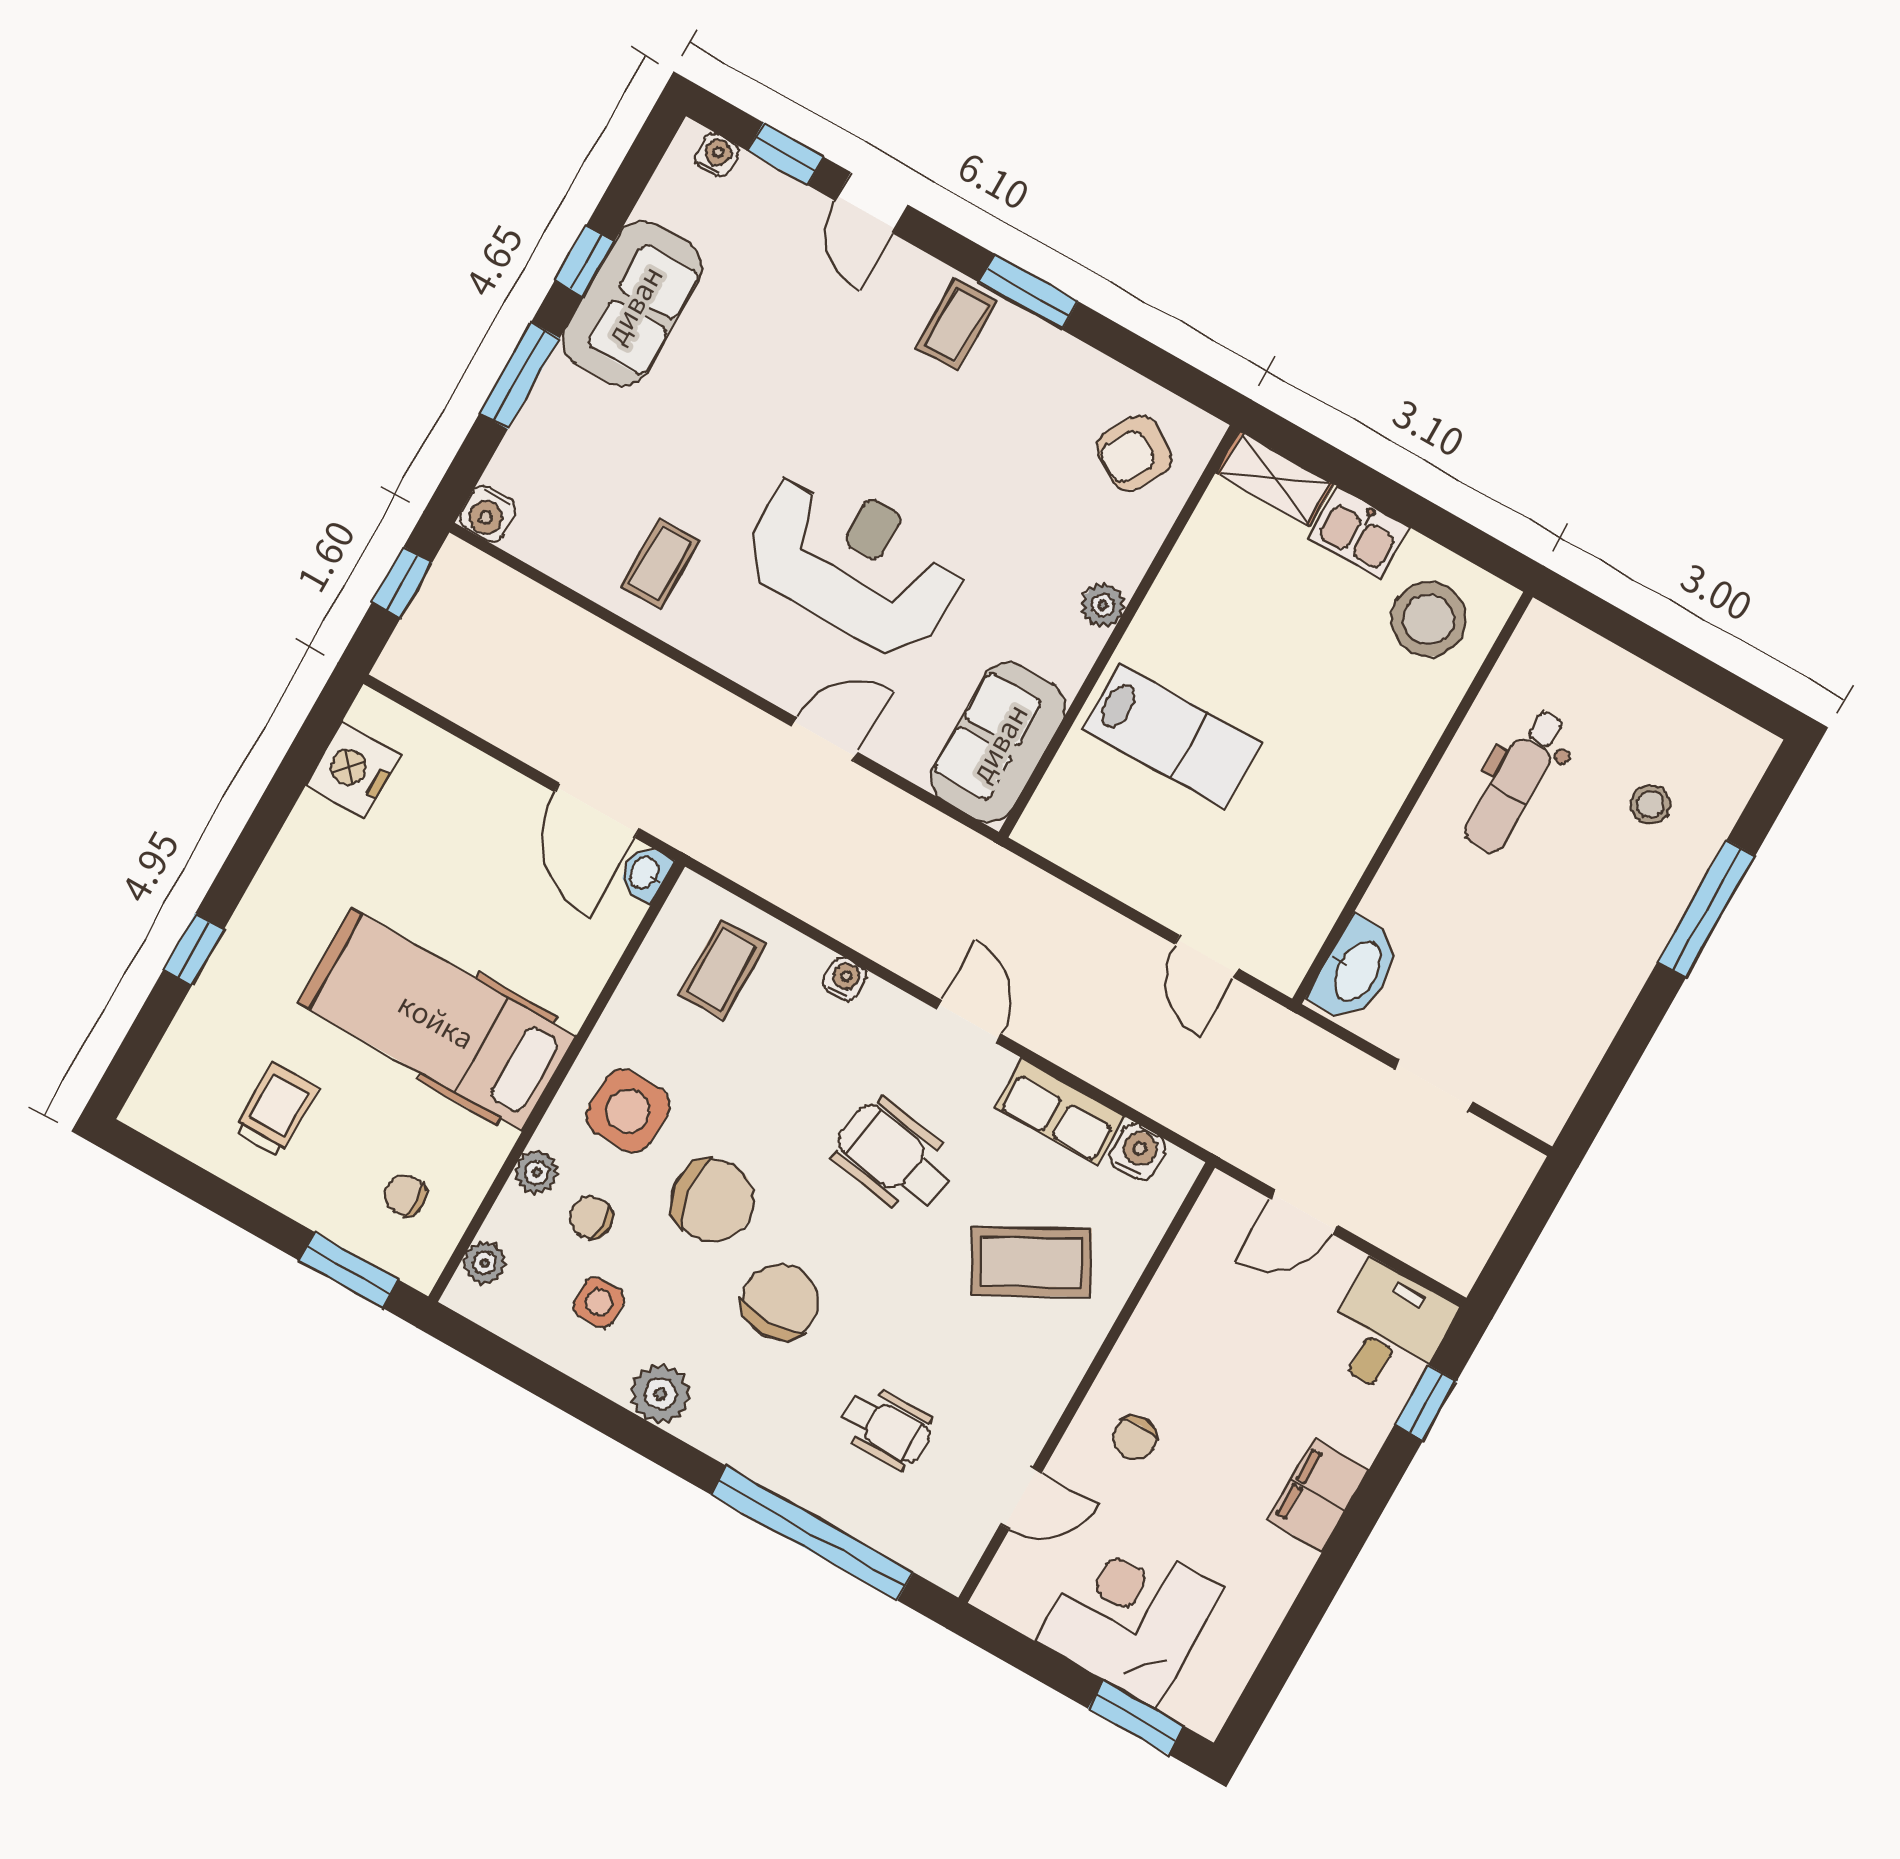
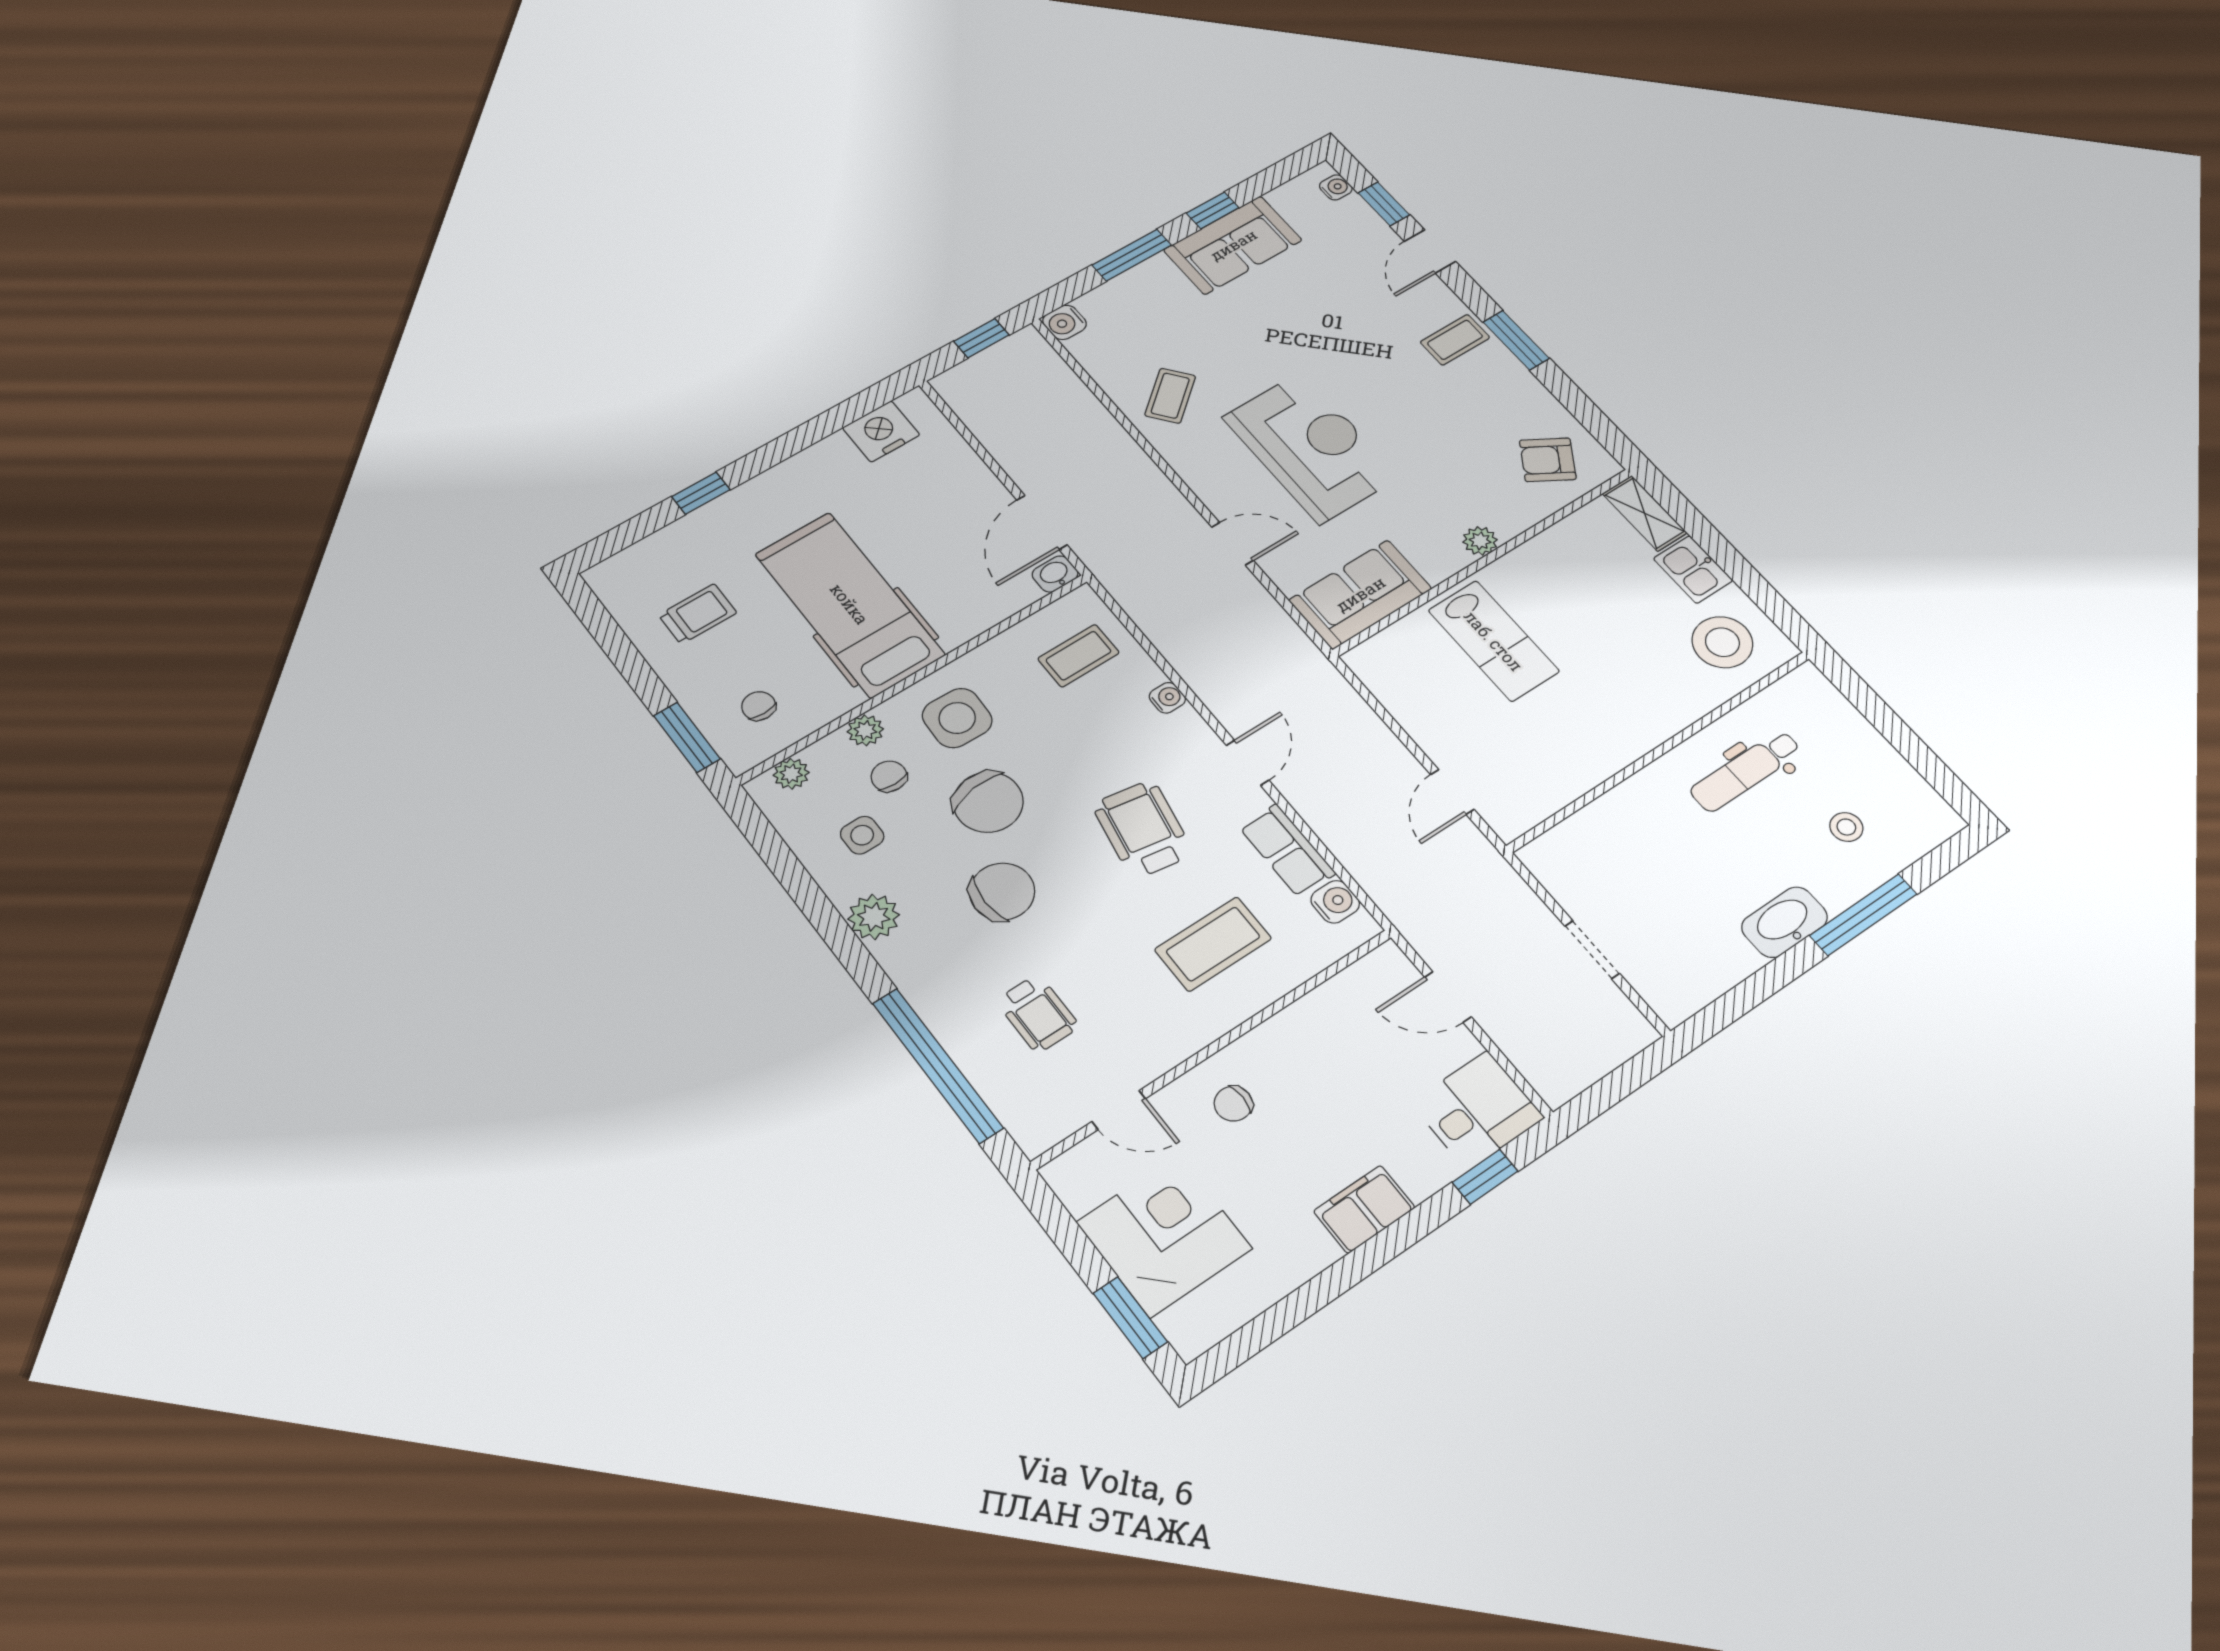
coffee table: (660, 563) -> (1170, 396), turned -39
washbasin: (1356, 970) -> (1785, 922), moved, turned 180
coffee table: (1031, 1262) -> (1213, 944), turned -61

